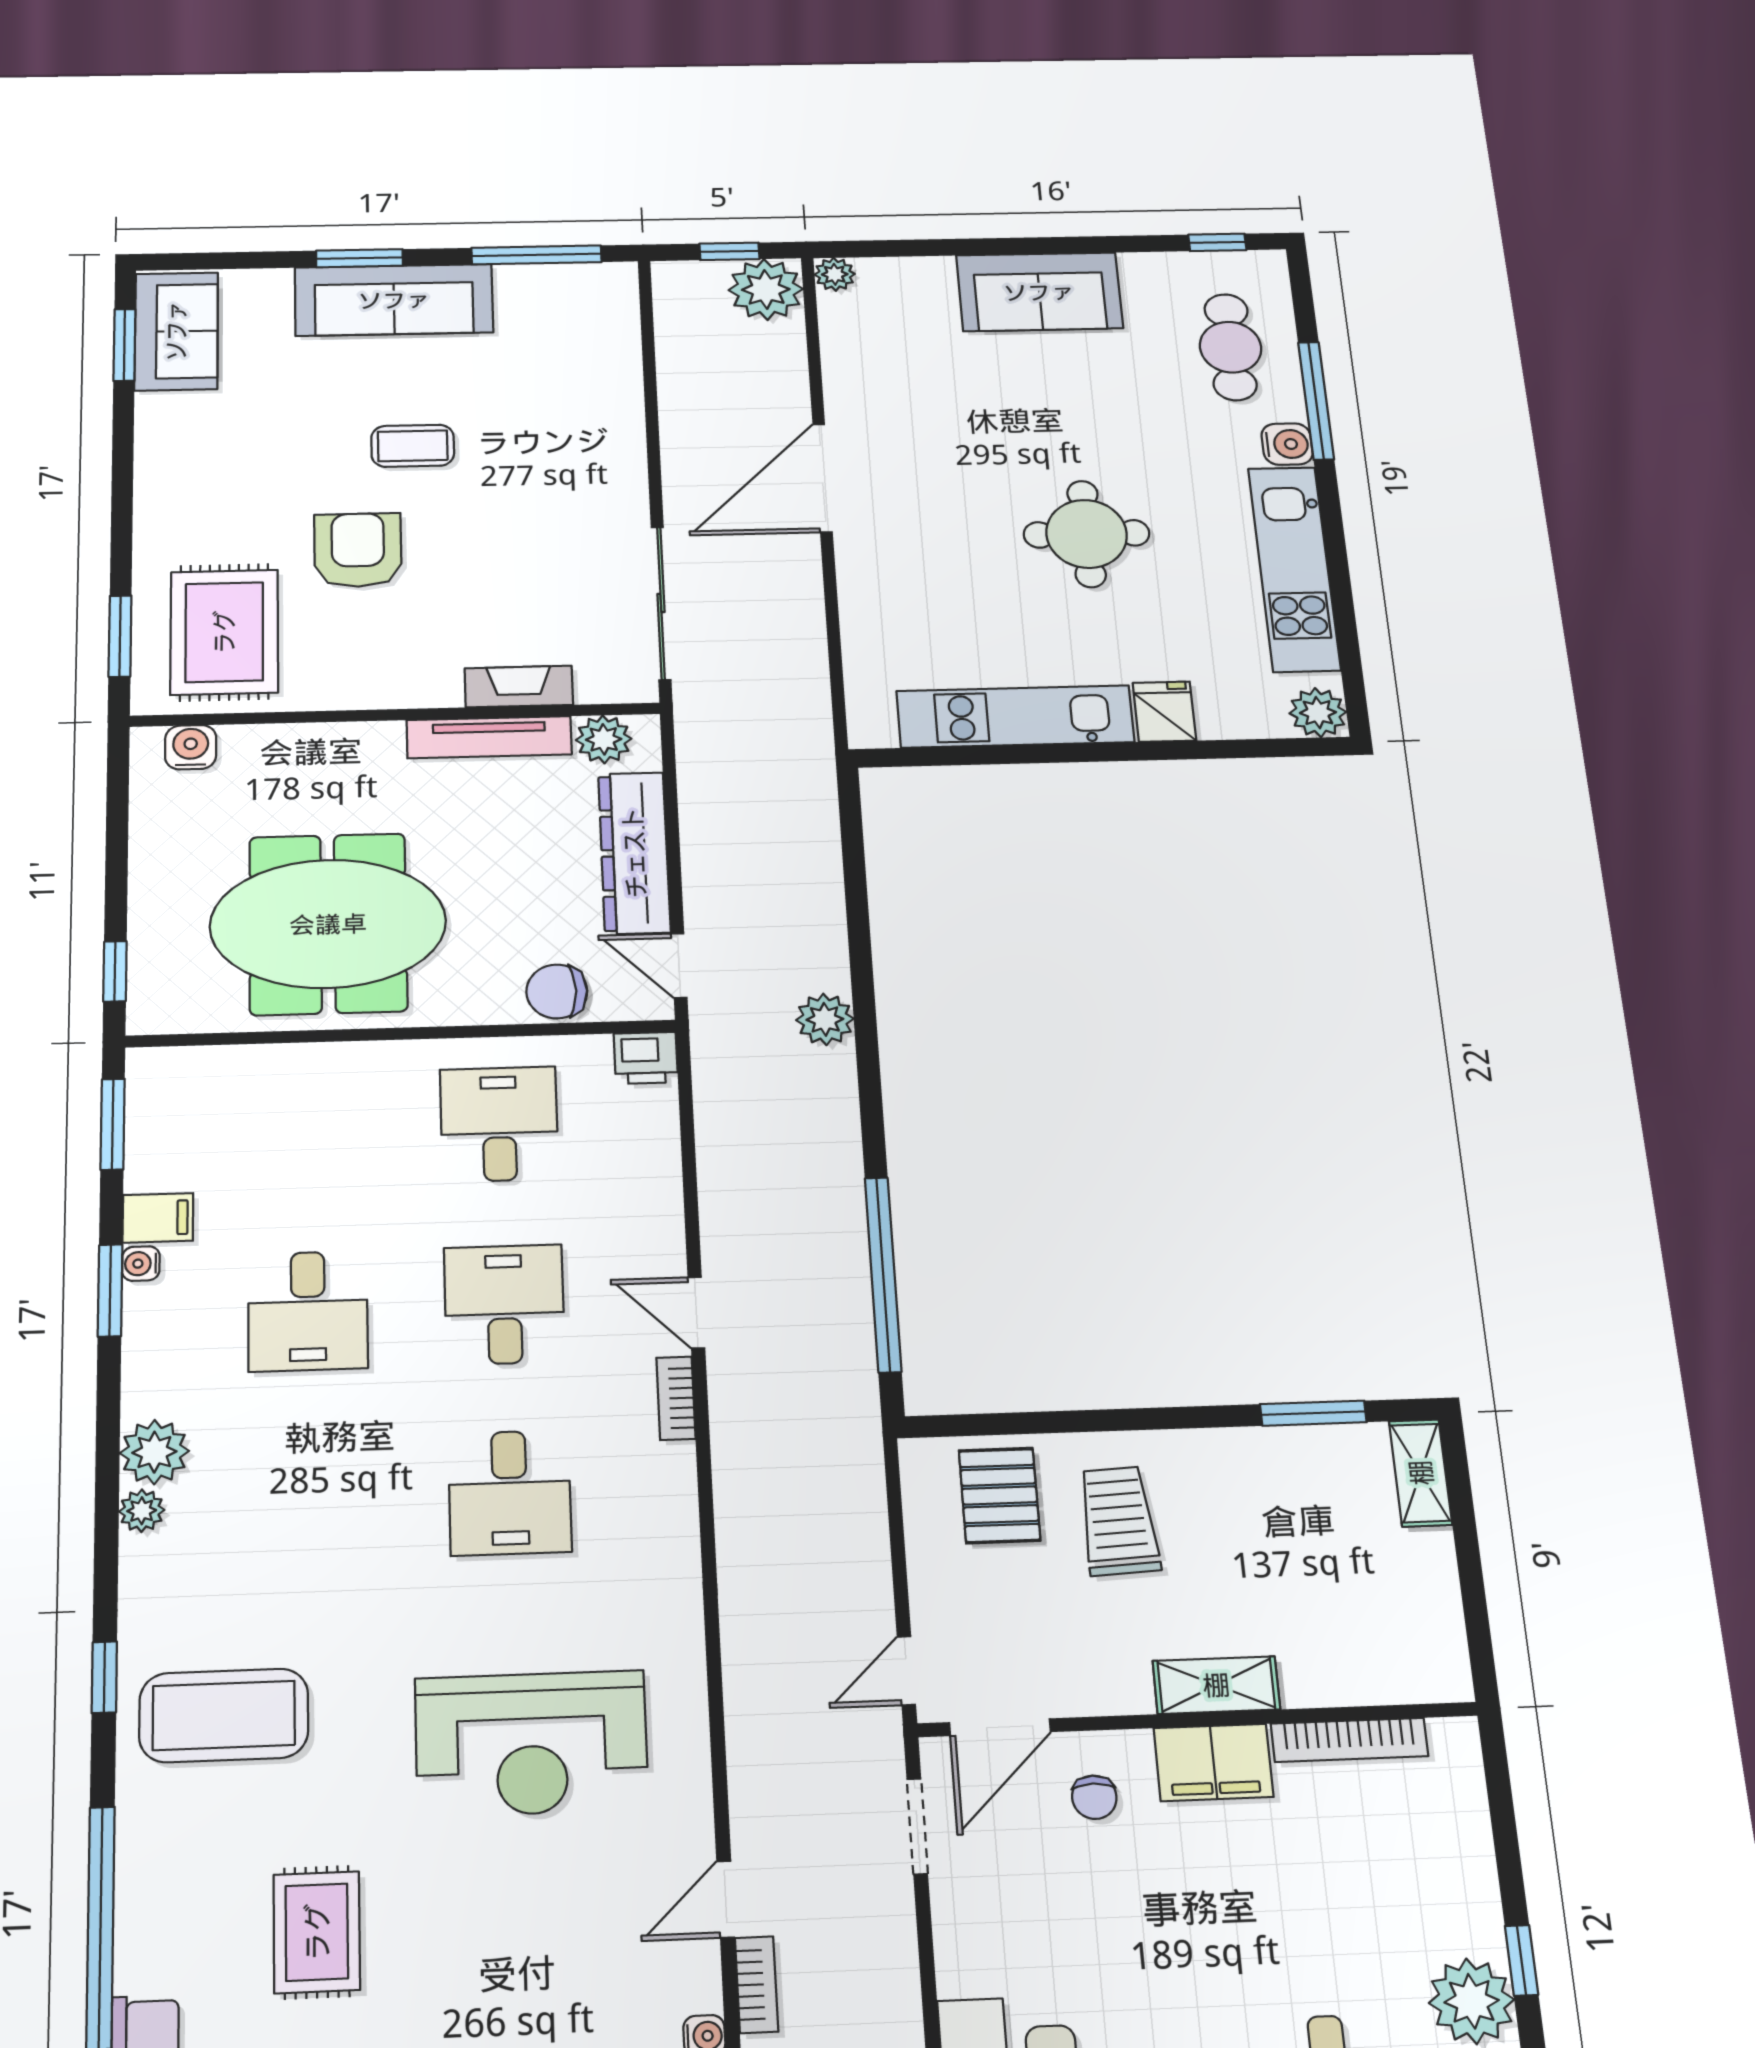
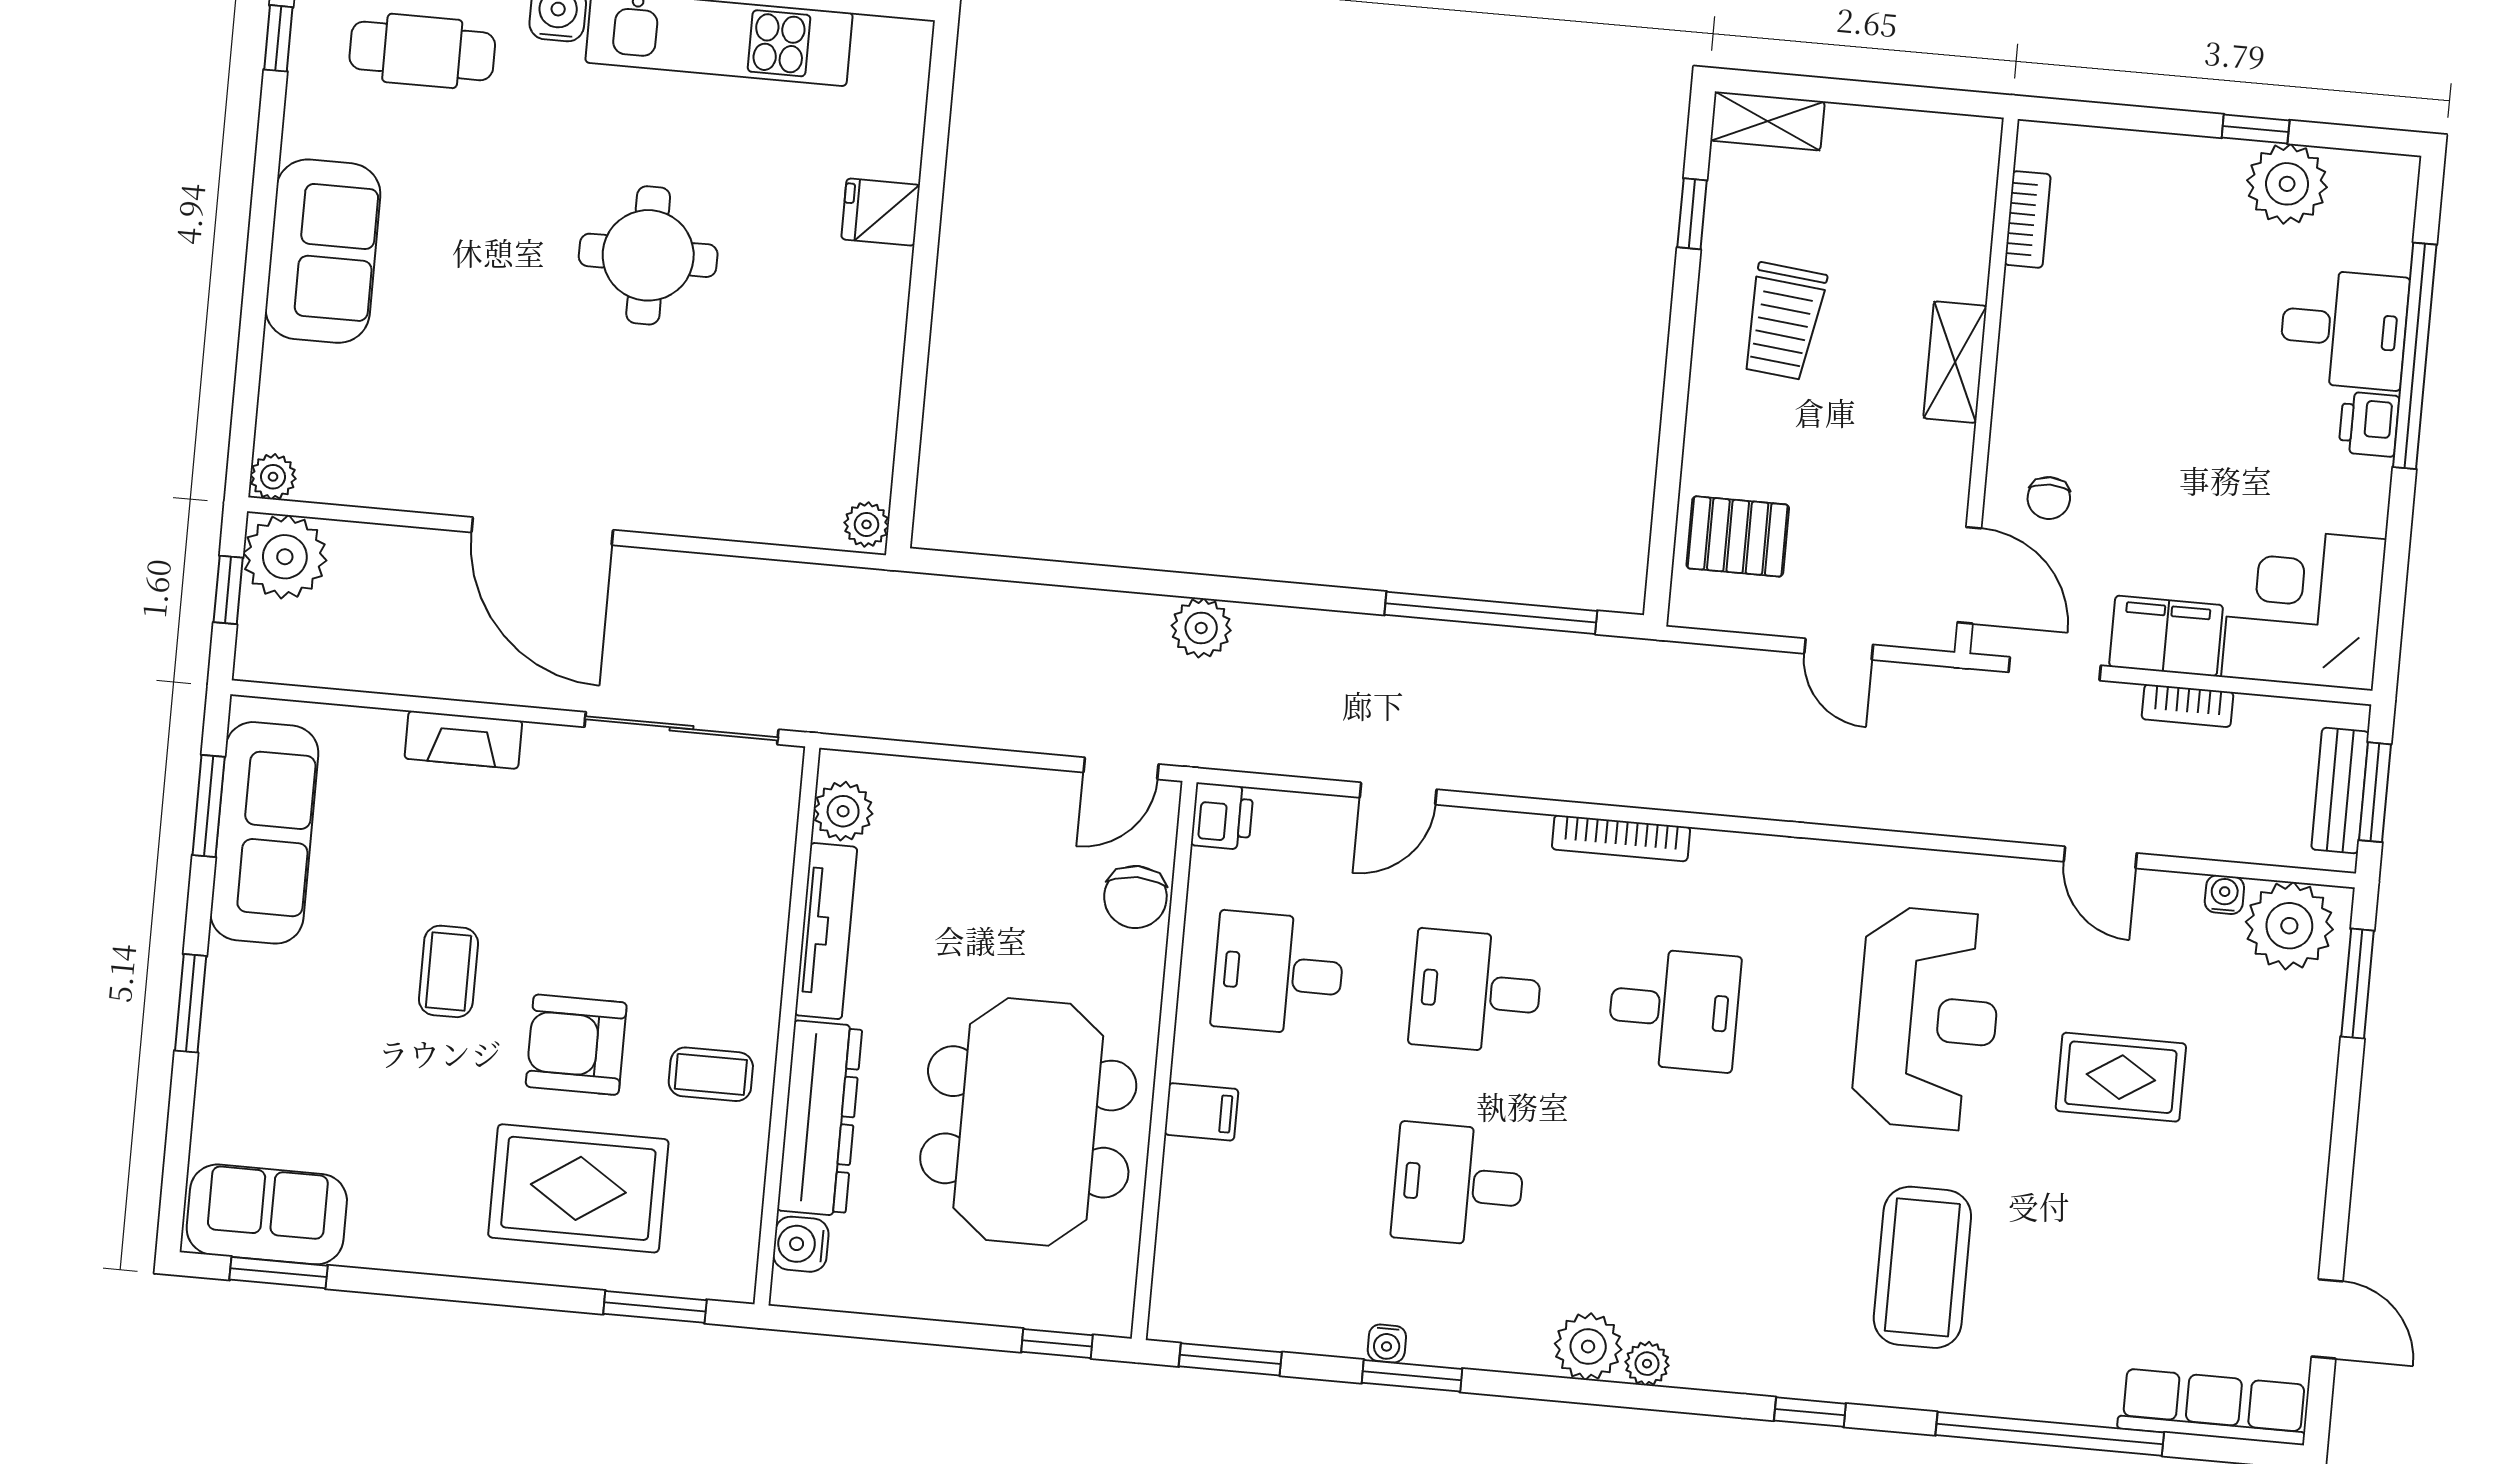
window: (536, 255) -> (209, 806), width x0.69
sofa: (394, 300) -> (264, 833), moved
rug: (224, 632) -> (578, 1188), moved
coffee table: (343, 659) -> (711, 1074), added
fireplace: (519, 687) -> (463, 740), moved, turned -90
plant: (1318, 713) -> (866, 524), moved, width x0.73, depth x0.73
kitchen unit: (1015, 717) -> (868, 372), removed
dresser: (634, 853) -> (820, 1118), moved, turned -90
filing cabinet: (158, 1218) -> (1201, 1112), moved, turned 90
desk: (308, 1311) -> (1458, 1185), turned 180
door: (696, 1313) -> (1398, 793), moved
bookcase: (676, 1398) -> (1621, 838), width x1.56
window: (1313, 1413) -> (1692, 214), width x0.67
trolley: (1118, 1521) -> (1783, 321), moved, turned -81
door: (906, 1671) -> (1839, 649), moved
coffee table: (224, 1715) -> (1922, 1267), moved
bookcase: (1349, 1740) -> (2028, 219), width x0.64
filing cabinet: (1214, 1763) -> (2166, 636), moved, turned -90
chair: (1094, 1797) -> (2049, 498), turned 90
rug: (317, 1932) -> (2121, 1077), moved
bookcase: (757, 1985) -> (2188, 706), moved, turned 180

